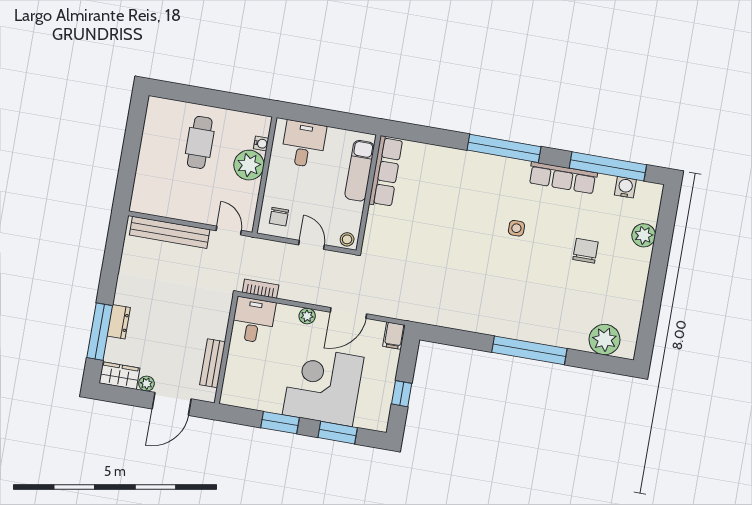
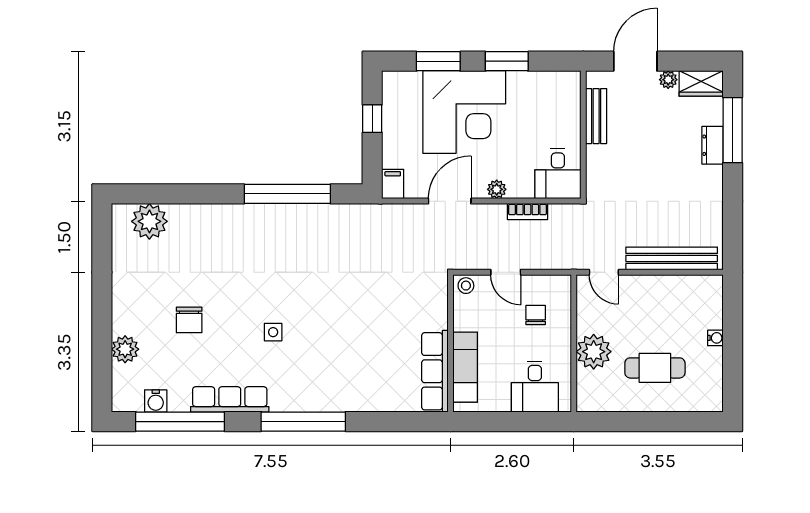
cafe table: (200, 142) -> (655, 368), turned 90
water cooler: (261, 144) -> (715, 338), moved, turned 180
chair: (279, 217) -> (536, 315), moved
bookcase: (261, 289) -> (528, 212), moved
window: (529, 350) -> (287, 194), moved

